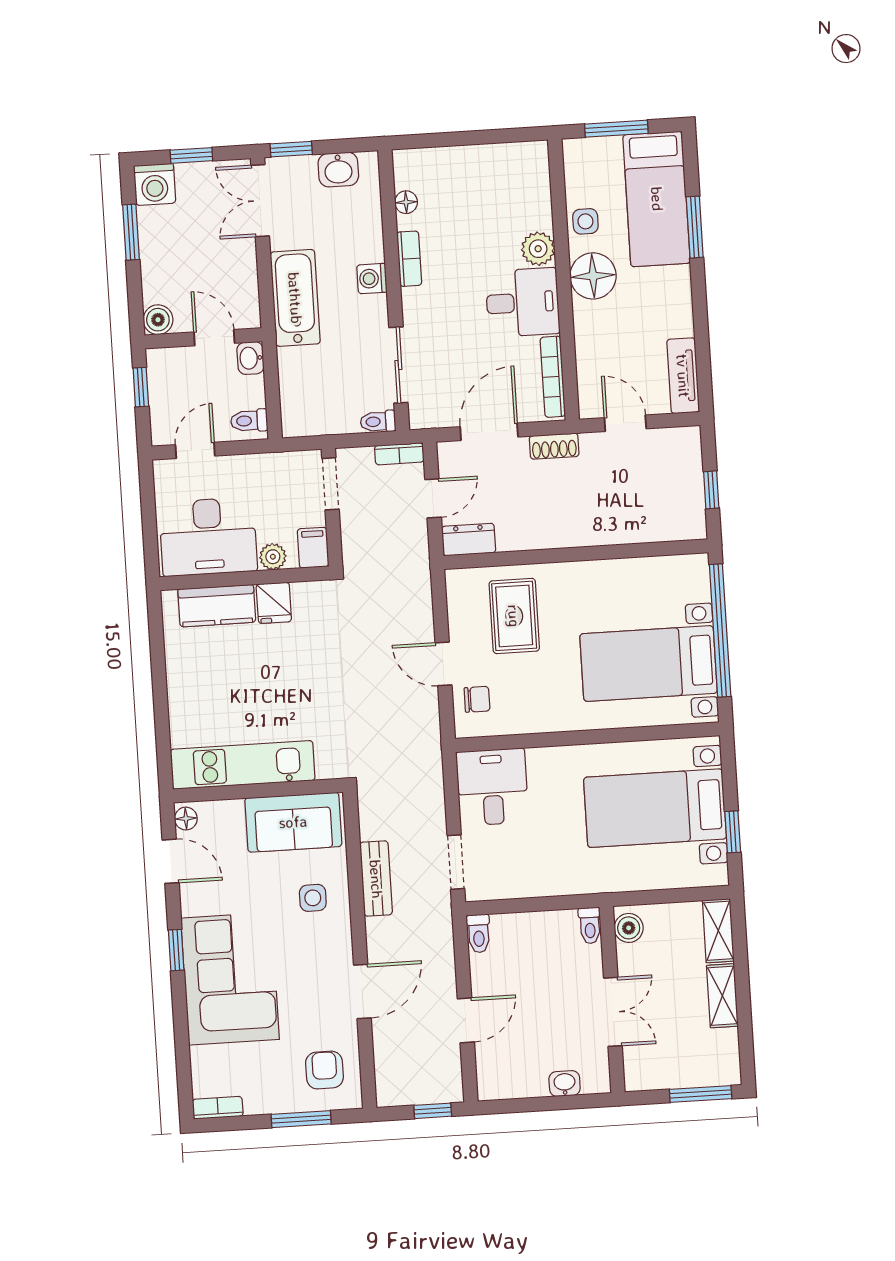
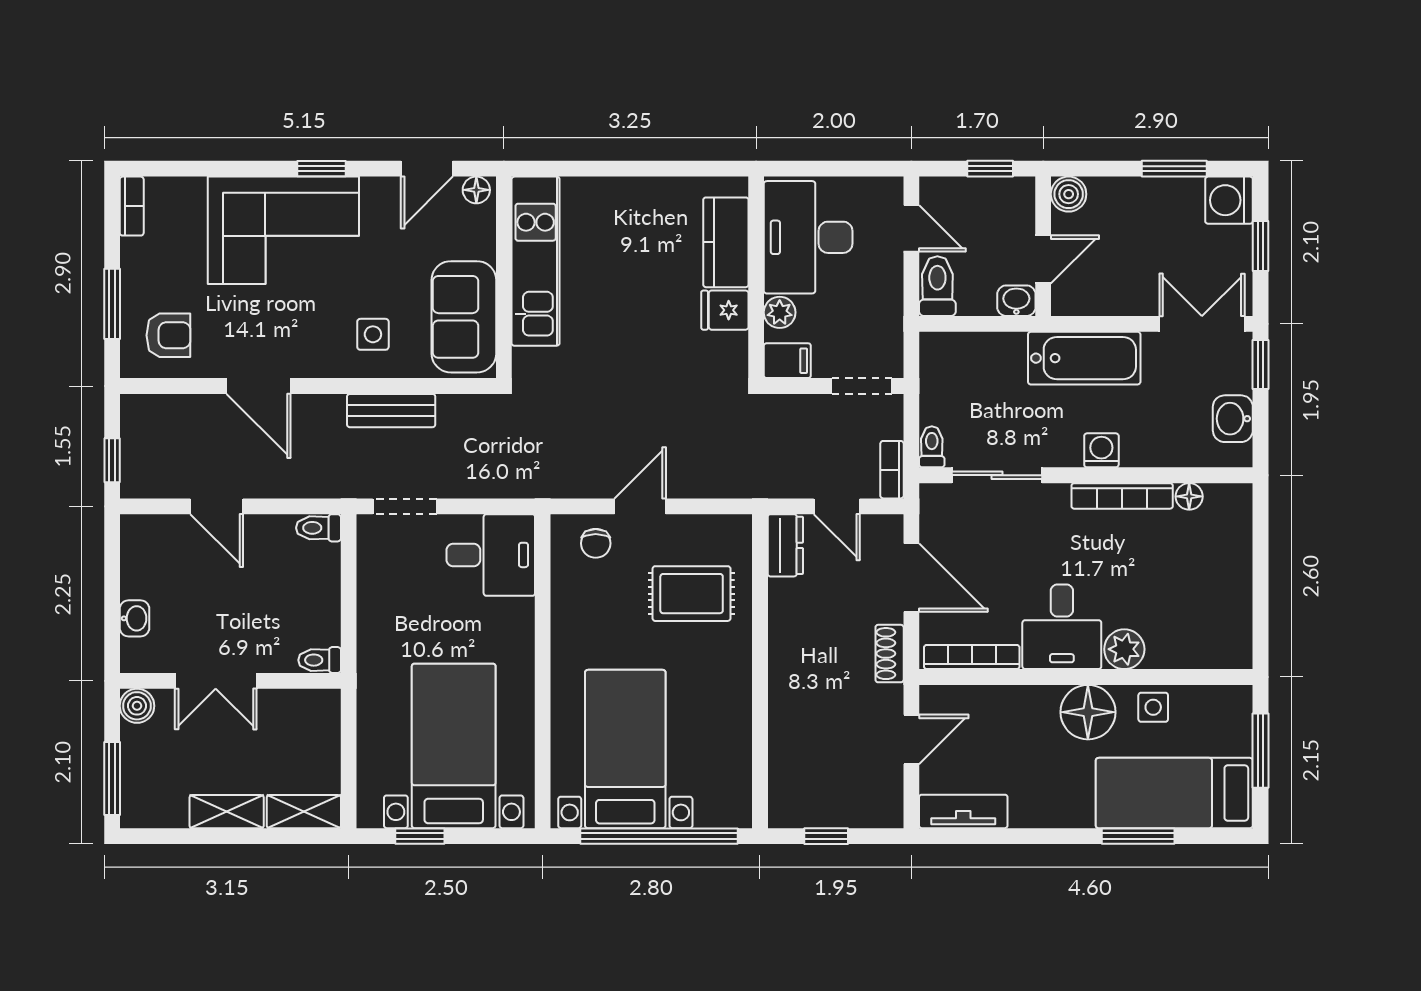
bookcase: (409, 259) -> (1122, 496), width x1.56
toilet: (249, 421) -> (937, 286), width x1.37, depth x1.39
boiler: (629, 928) -> (137, 706), moved

